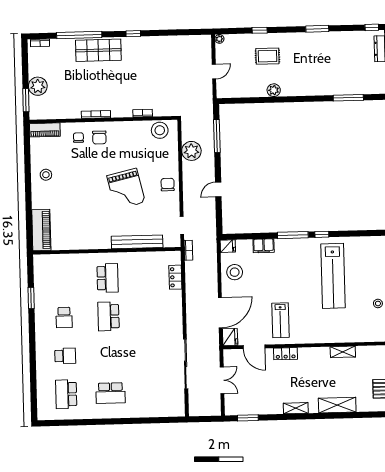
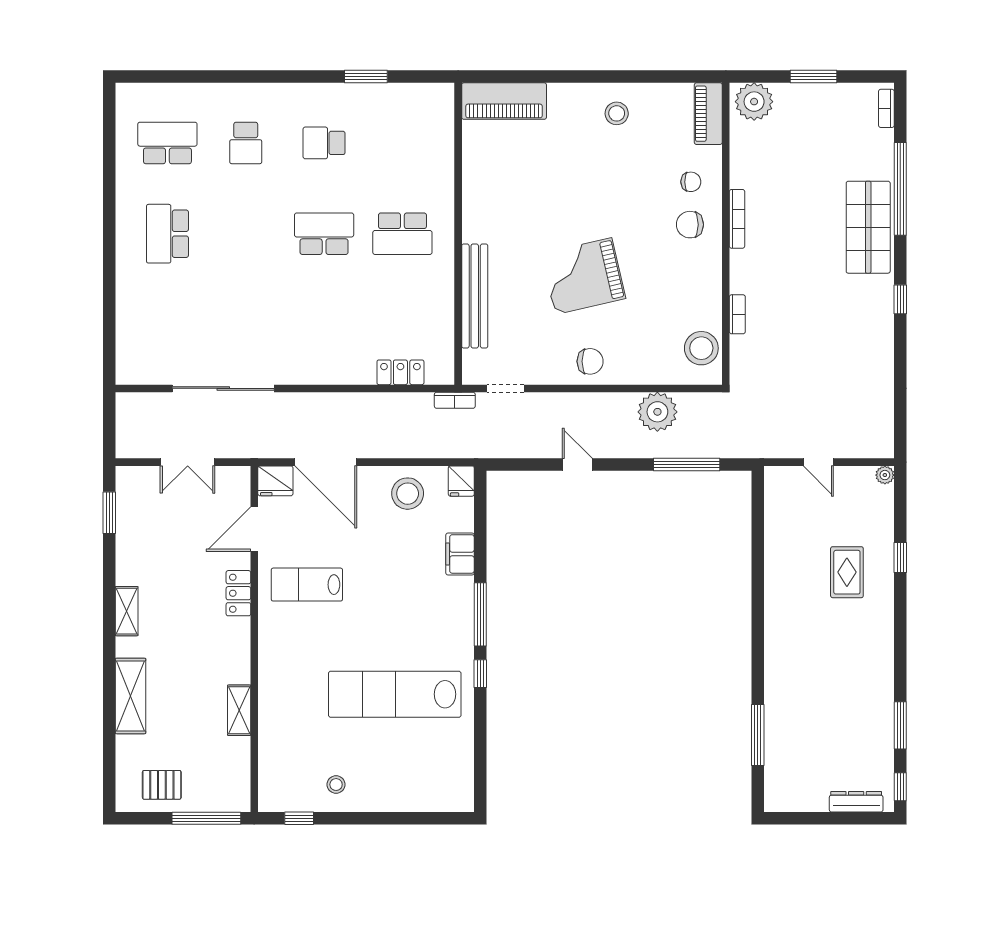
window: (317, 29) -> (900, 725), moved
plant: (38, 86) -> (754, 102), moved
plant: (274, 90) -> (777, 583), removed
window: (26, 100) -> (813, 77), moved

